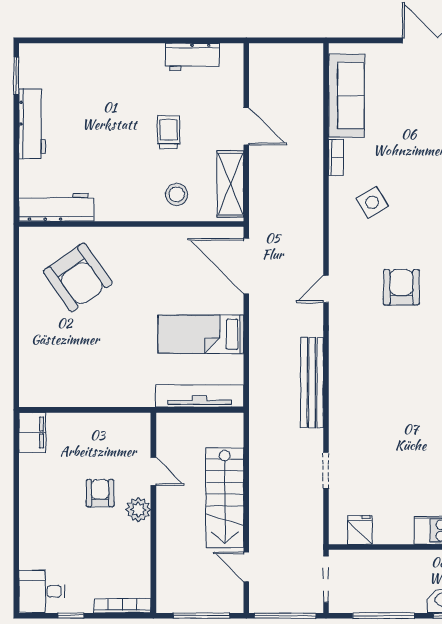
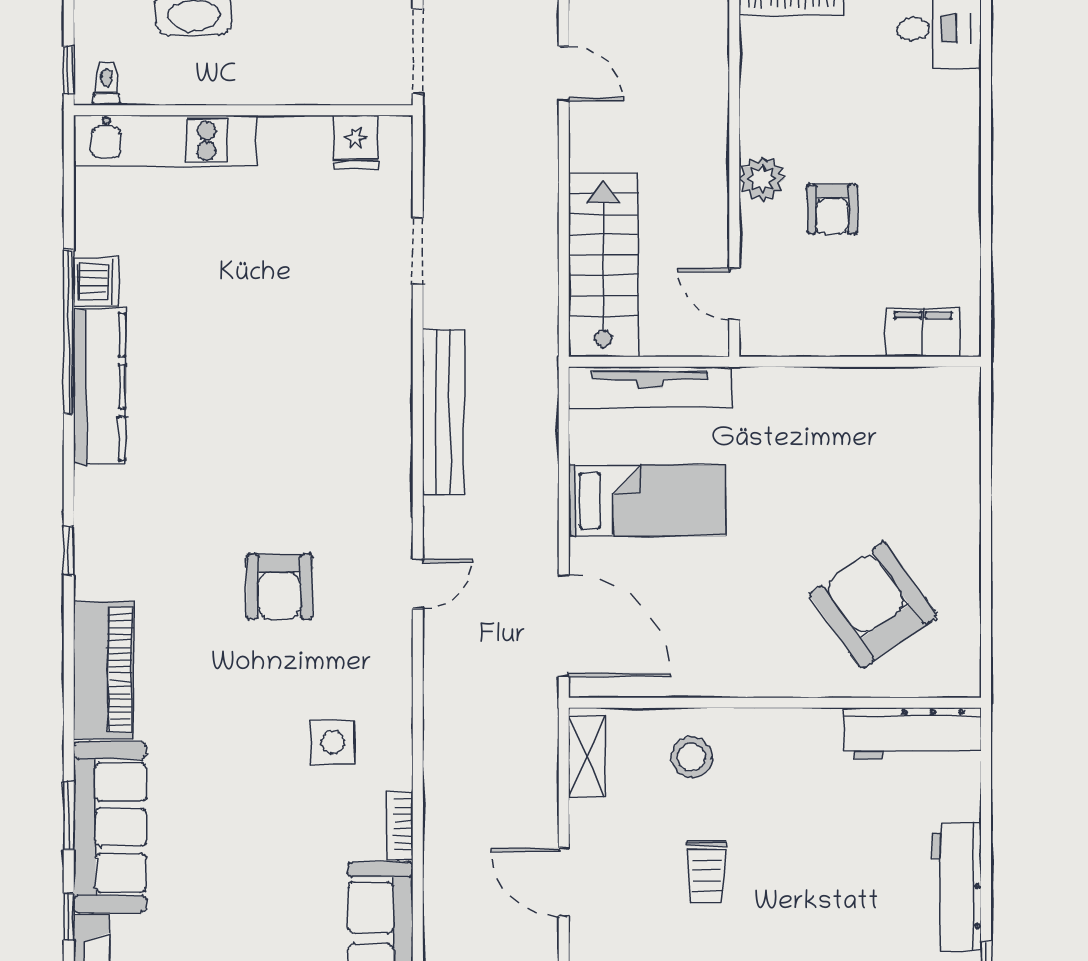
shelving: (230, 184) -> (587, 756), width x0.67, depth x0.75
side table: (372, 202) -> (333, 743), turned 32
filing cabinet: (32, 433) -> (923, 333), moved, turned 90
door: (153, 471) -> (734, 294), moved
stairs: (225, 498) -> (603, 265), moved

